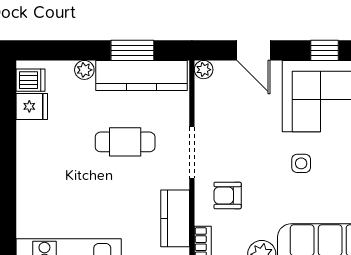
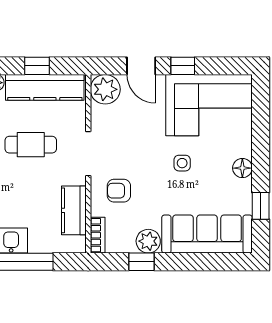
window: (132, 50) -> (37, 66), width x0.67
window: (325, 50) -> (183, 66), moved
plant: (204, 70) -> (105, 89), width x1.88, depth x1.88

